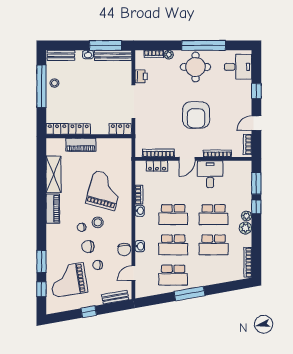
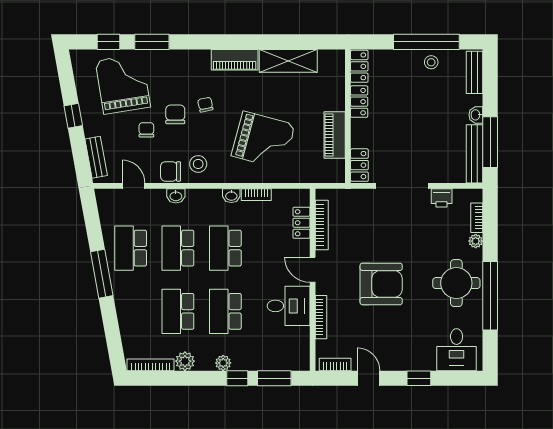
armchair: (196, 115) -> (381, 284), turned 180
piano: (81, 145) -> (335, 135), moved
stool: (98, 222) -> (198, 164), moved
plant: (245, 228) -> (185, 361), moved

